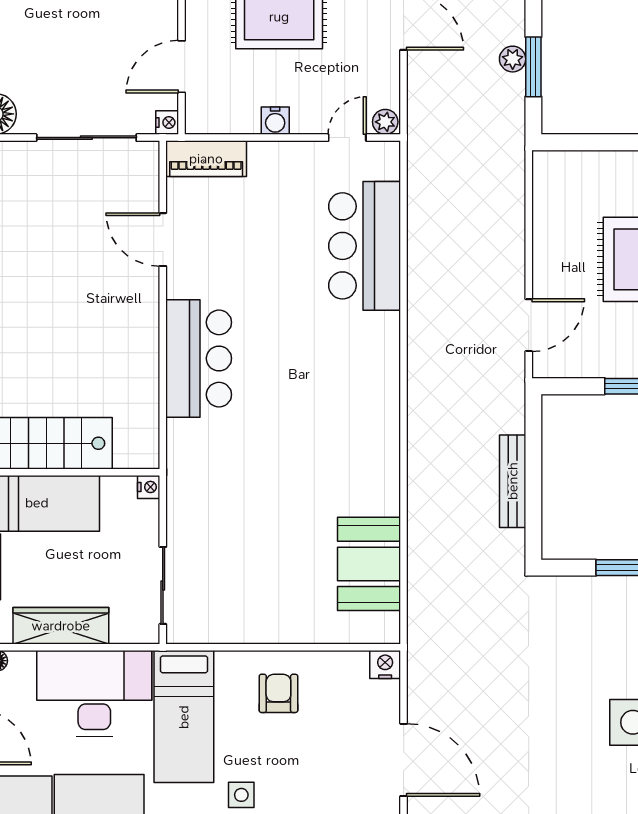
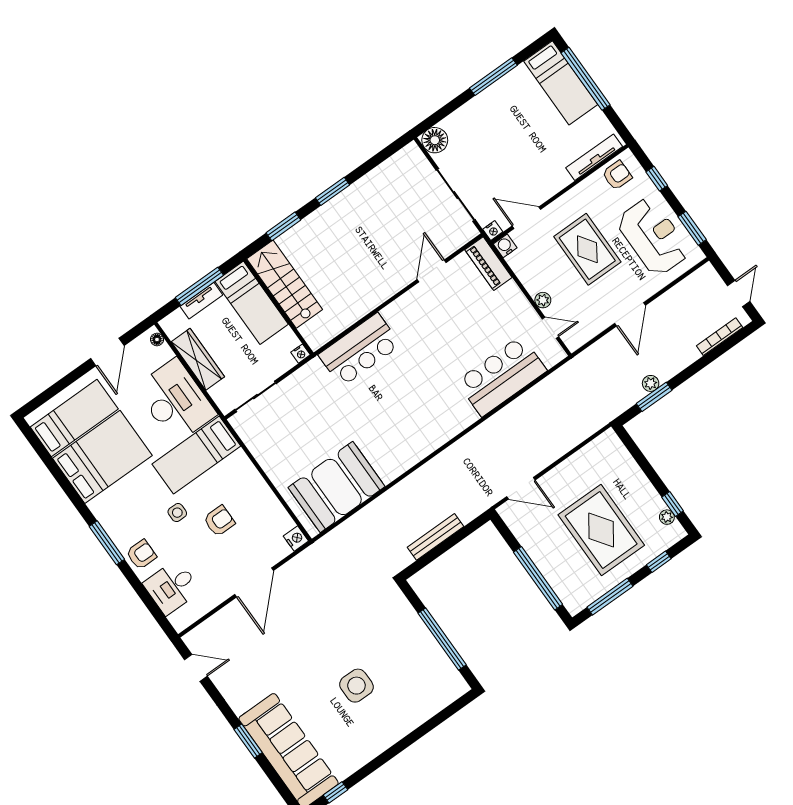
water cooler: (275, 121) -> (505, 246), moved, turned 90
plant: (385, 122) -> (543, 300), moved
bar counter: (199, 358) -> (360, 350), moved
booth: (369, 564) -> (337, 487), width x1.36, depth x1.42
armchair: (278, 693) -> (219, 521), moved

